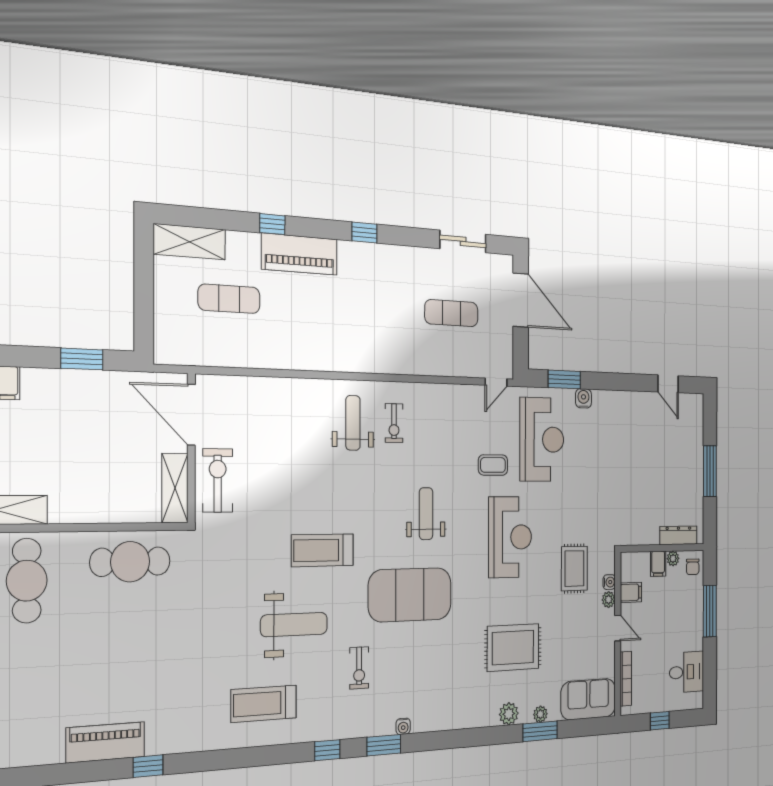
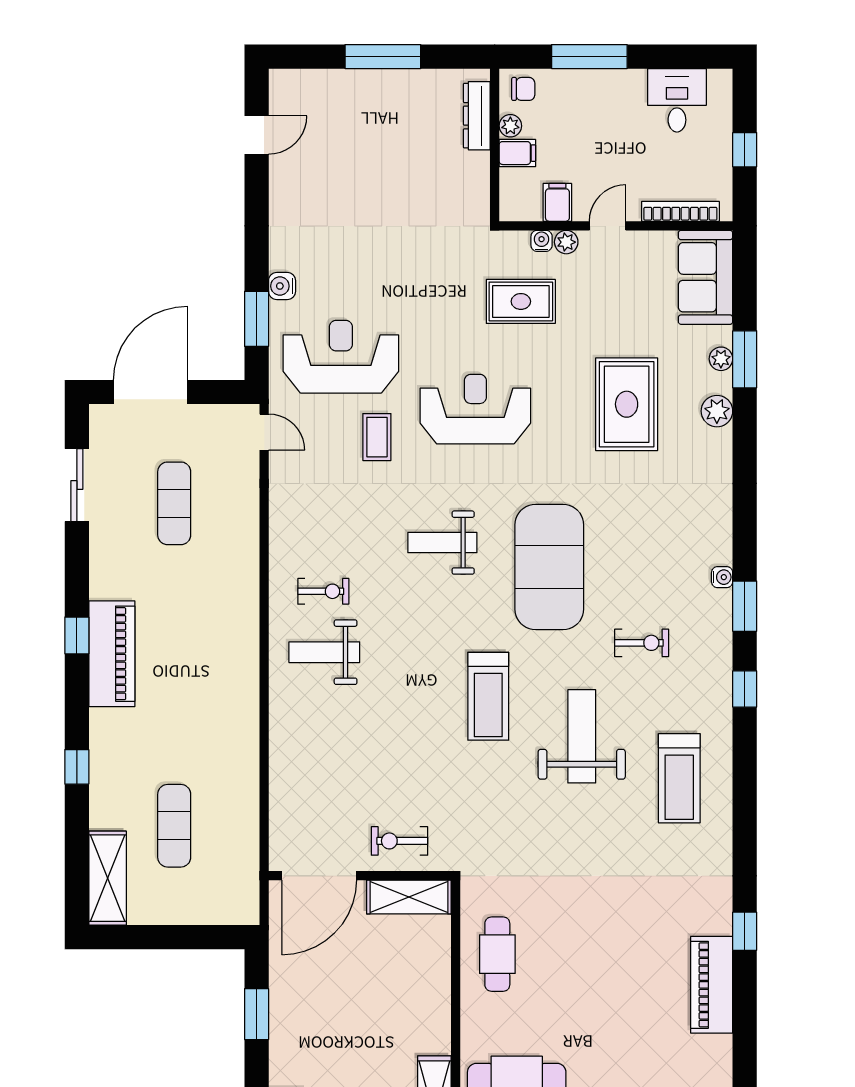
piano: (300, 254) -> (112, 654), moved
exercise bike: (218, 480) -> (399, 841), width x0.73, depth x0.72
cafe table: (130, 562) -> (497, 954), width x0.73, depth x0.74

